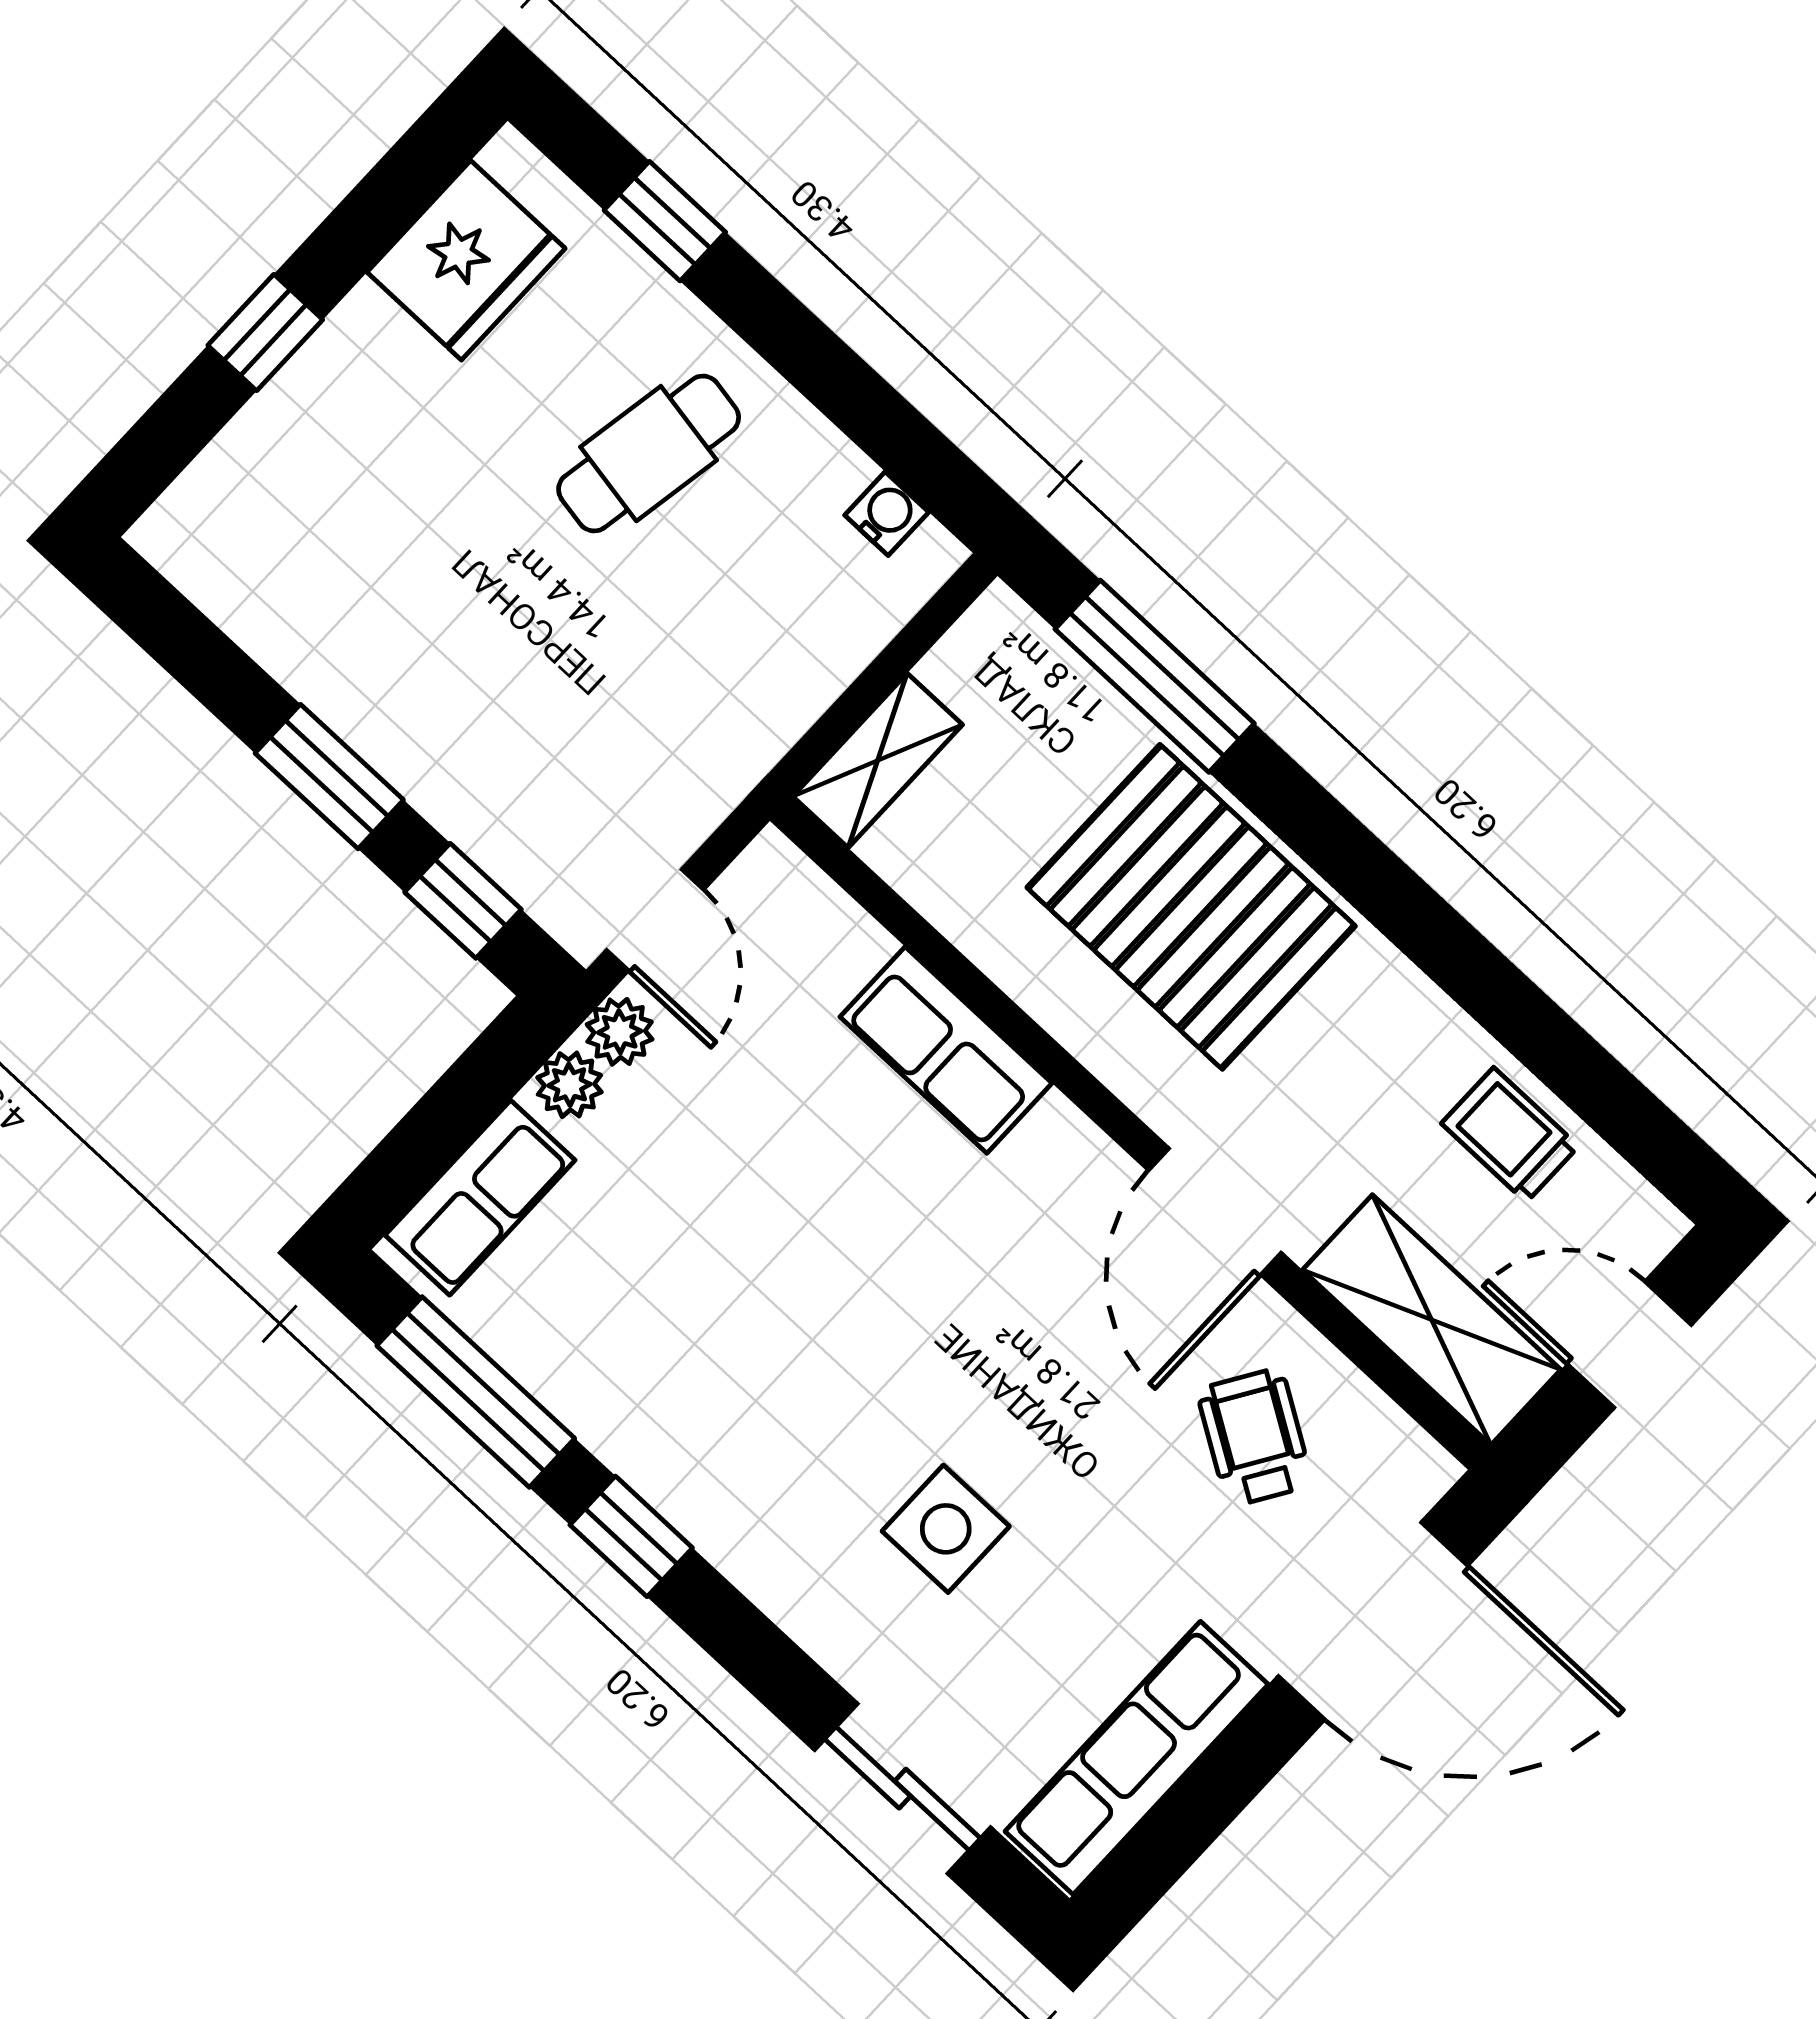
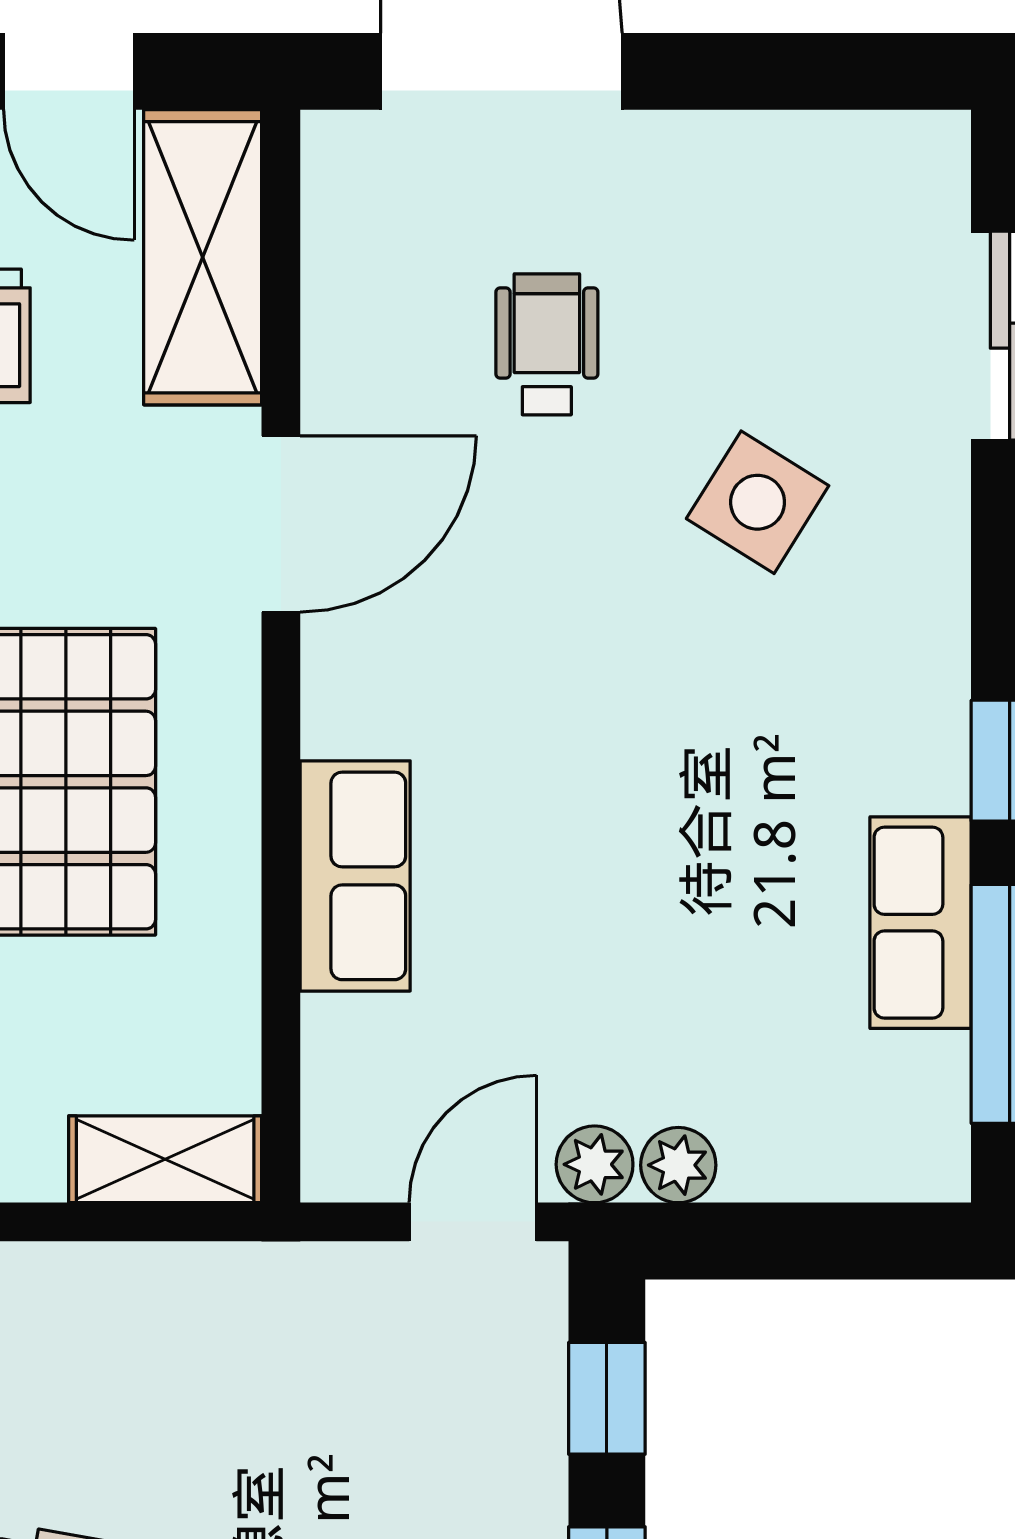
row of seats: (480, 1198) -> (921, 923), moved, turned -90
wheelchair: (1255, 1437) -> (547, 344), moved, turned 148
side table: (946, 1529) -> (758, 502), turned 32
row of seats: (1137, 1758) -> (801, 163), removed

